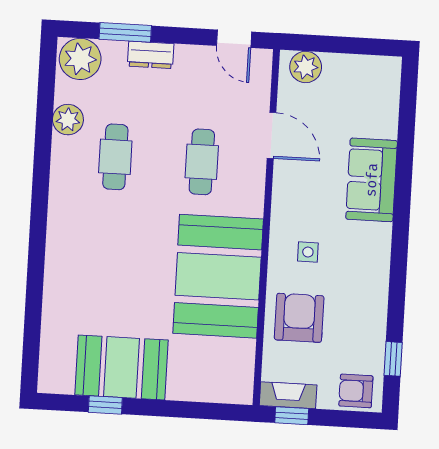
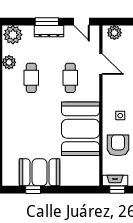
window: (125, 32) -> (47, 22), moved
dresser: (151, 55) -> (49, 31), width x1.44

